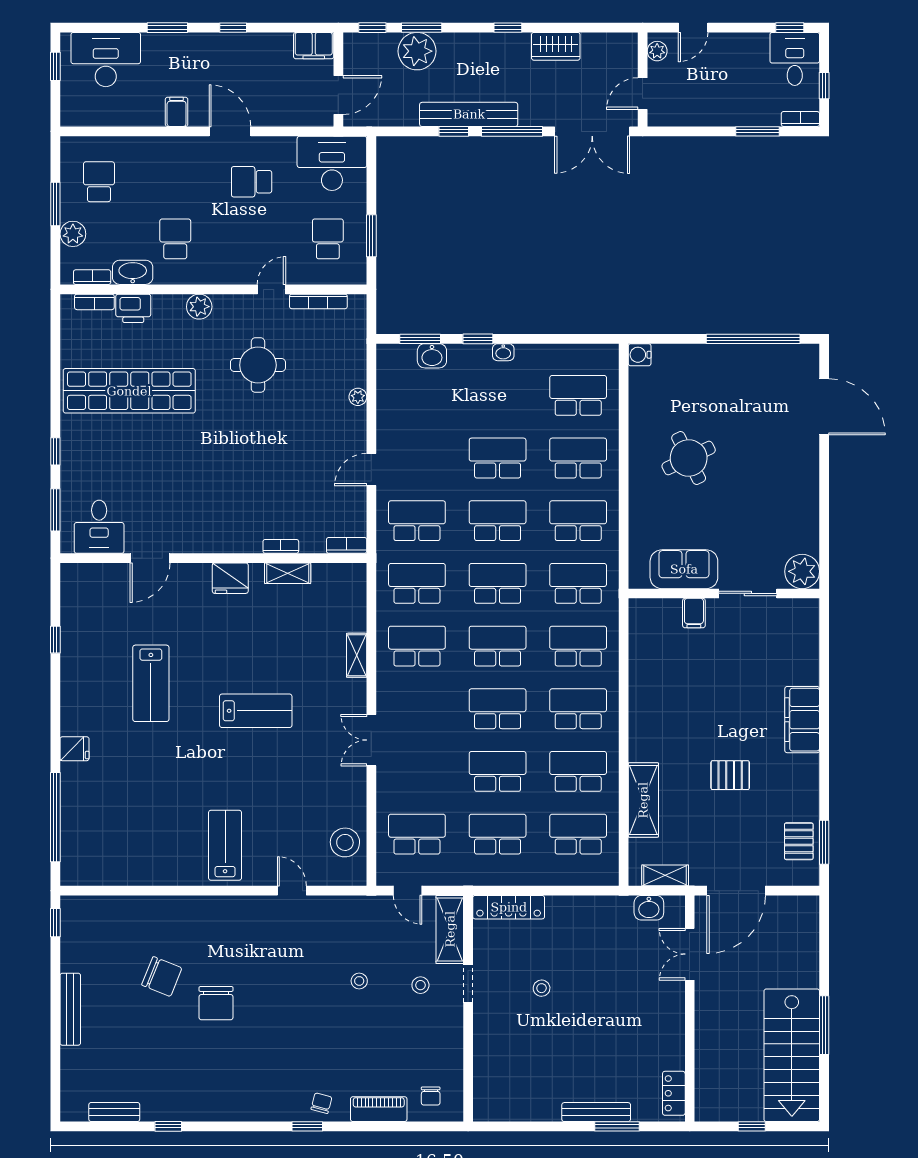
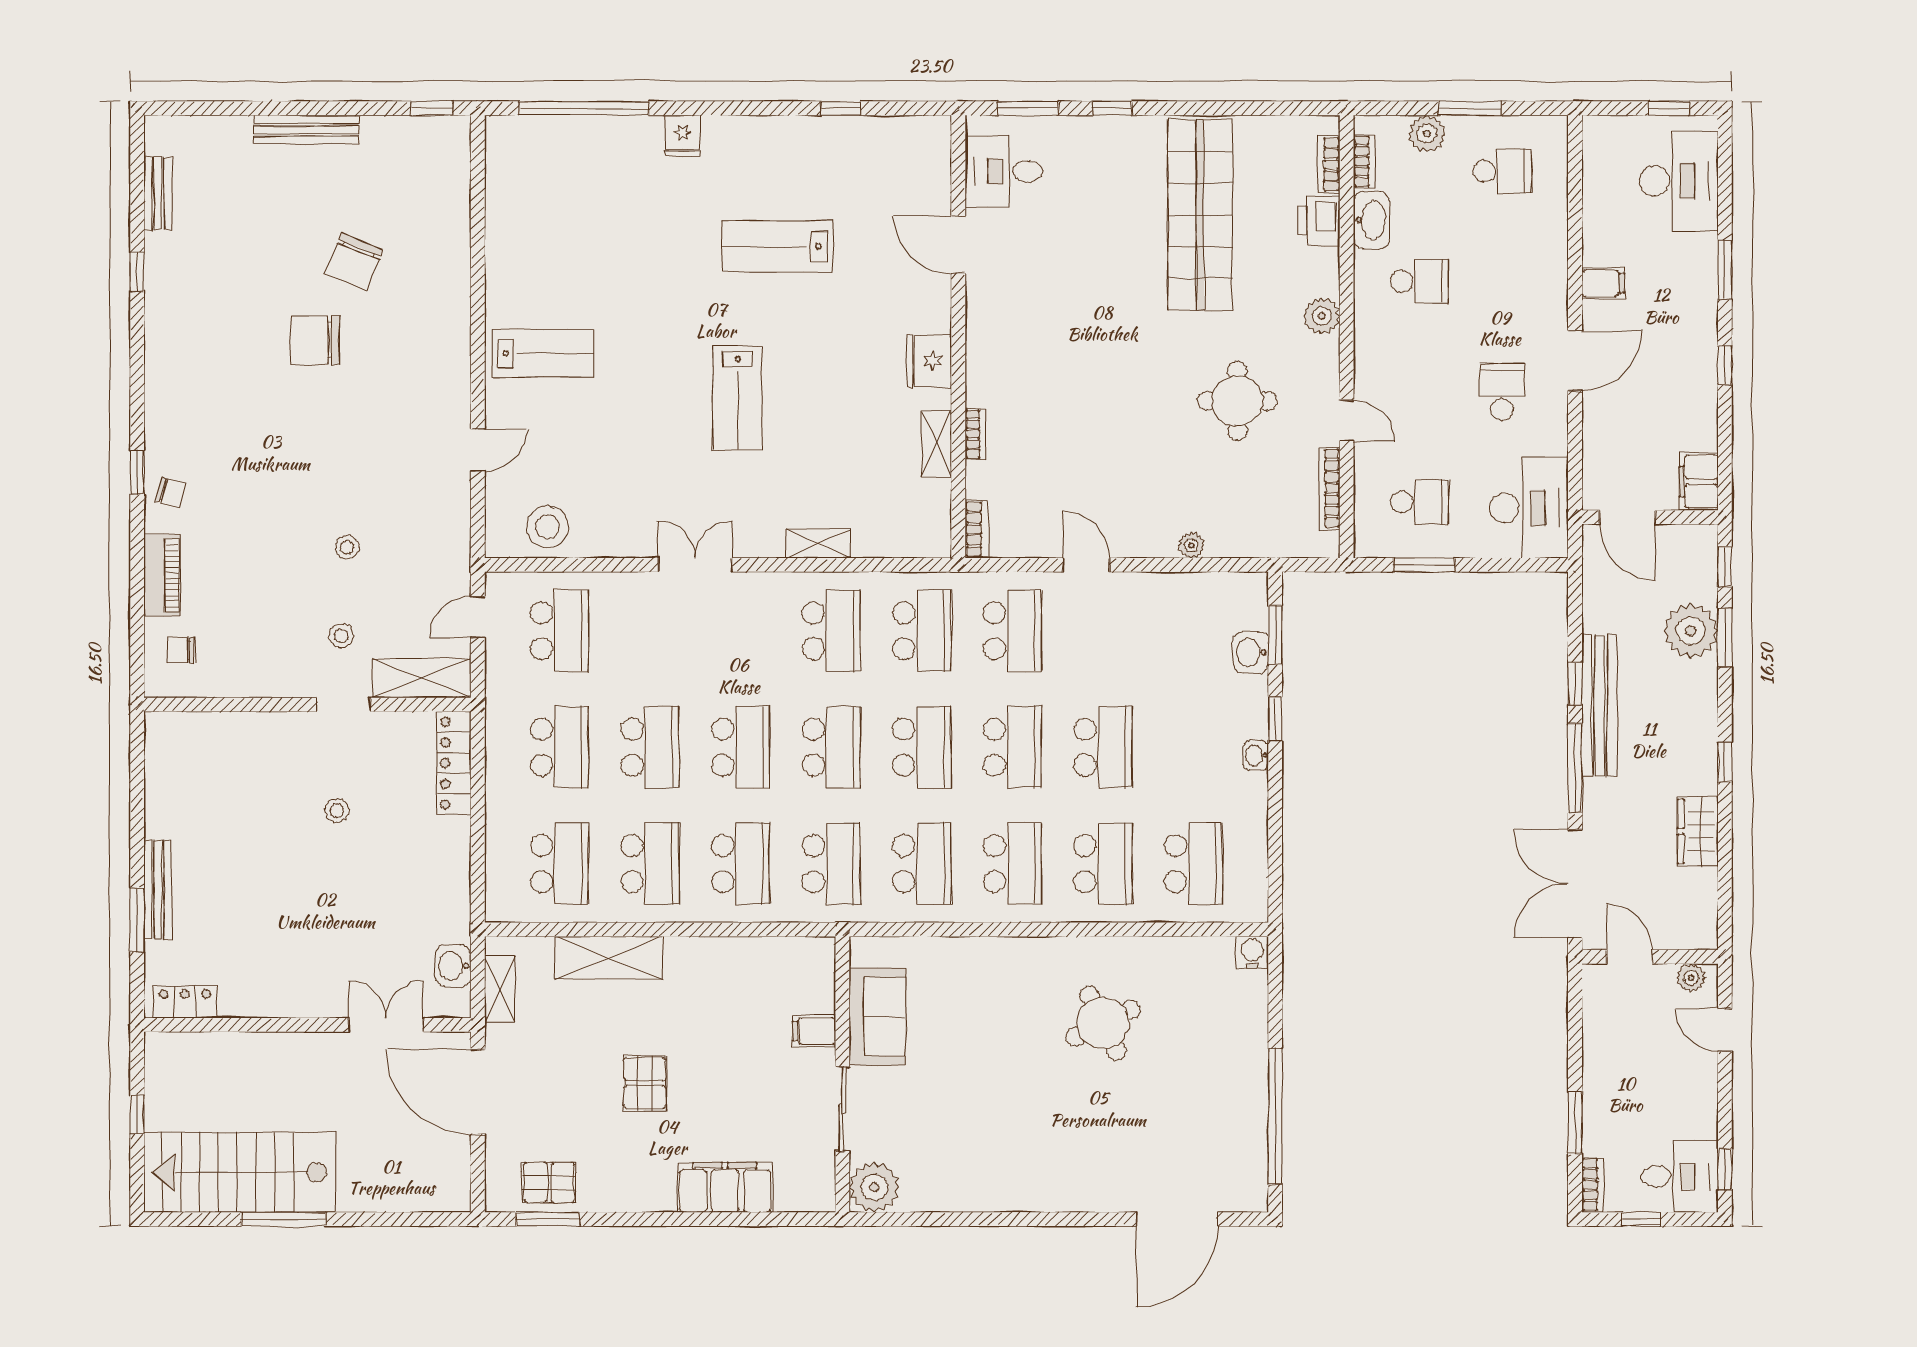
sofa: (684, 569) -> (877, 1017), moved
plant: (802, 571) -> (874, 1187), moved
wall: (724, 593) -> (842, 1074), moved
sliding door: (748, 593) -> (842, 1109), moved
filing cabinet: (694, 613) -> (814, 1031), moved

